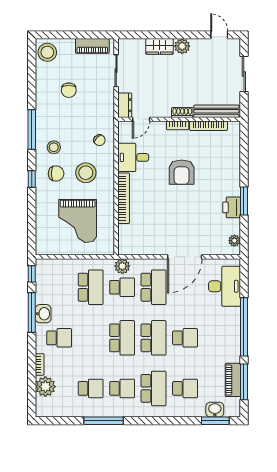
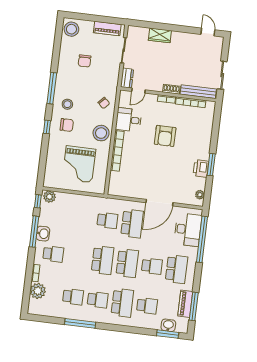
plant: (182, 46) -> (178, 37), removed
sliding door: (244, 74) -> (222, 75), moved
stool: (86, 173) -> (101, 133), moved
plant: (122, 266) -> (49, 197), moved
school desk: (91, 287) -> (177, 269), moved
window: (244, 327) -> (202, 239), moved

